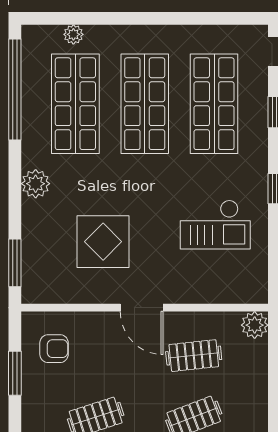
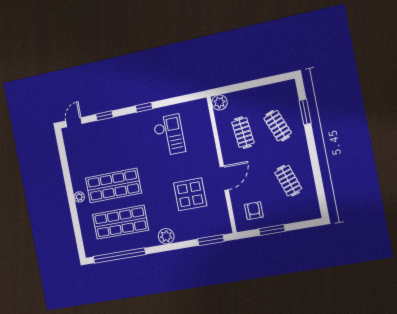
plant: (73, 34) -> (79, 197), moved
shop shelf: (214, 104) -> (106, 149), removed
door: (142, 308) -> (224, 178), moved

